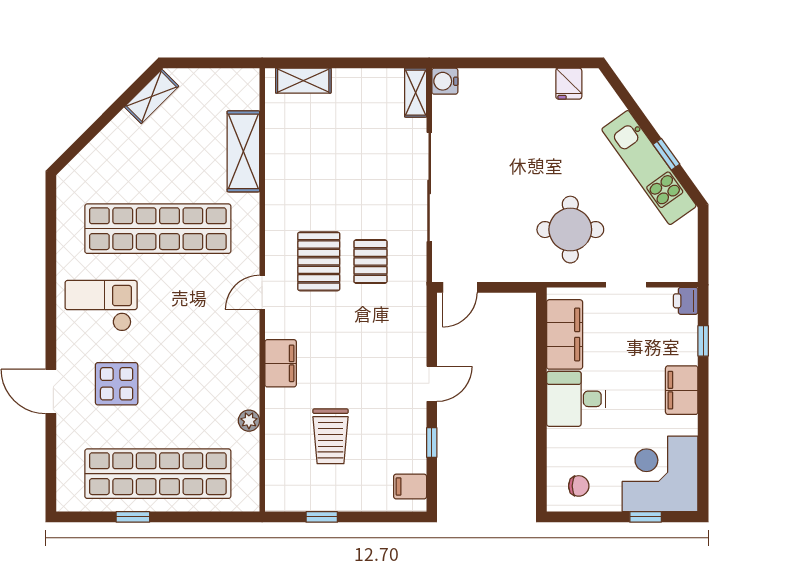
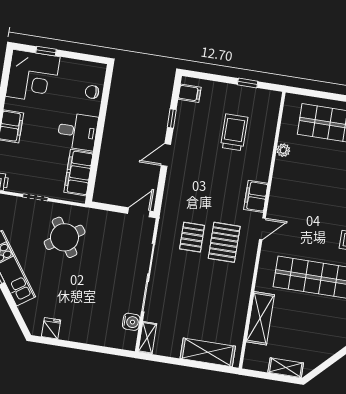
shelving: (303, 81) -> (208, 352), width x1.50, depth x1.33
water cooler: (445, 81) -> (131, 322), moved
shelving: (152, 97) -> (286, 368), moved, turned 45
round table: (570, 230) -> (65, 237), turned -33
filing cabinet: (281, 363) -> (256, 196), moved
chair: (579, 486) -> (92, 92), moved

